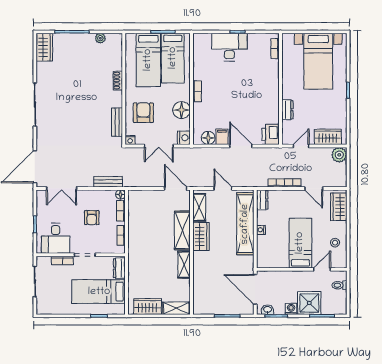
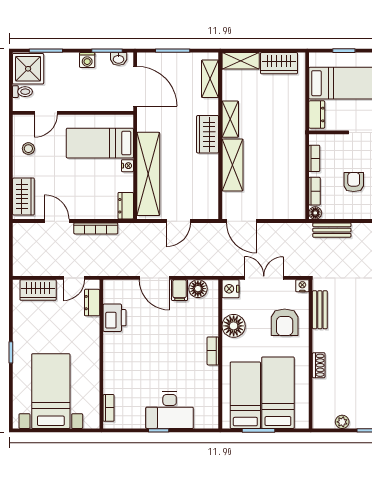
dresser: (287, 110) -> (92, 303), moved
printer: (271, 134) -> (115, 318), moved
plant: (339, 155) -> (23, 266), removed
door: (223, 188) -> (178, 221), hinge flipped
shelving: (199, 207) -> (210, 79), moved
wardrobe: (201, 237) -> (208, 134), moved
bed: (300, 243) -> (100, 143), moved, turned 90
shower: (309, 303) -> (28, 69), moved

